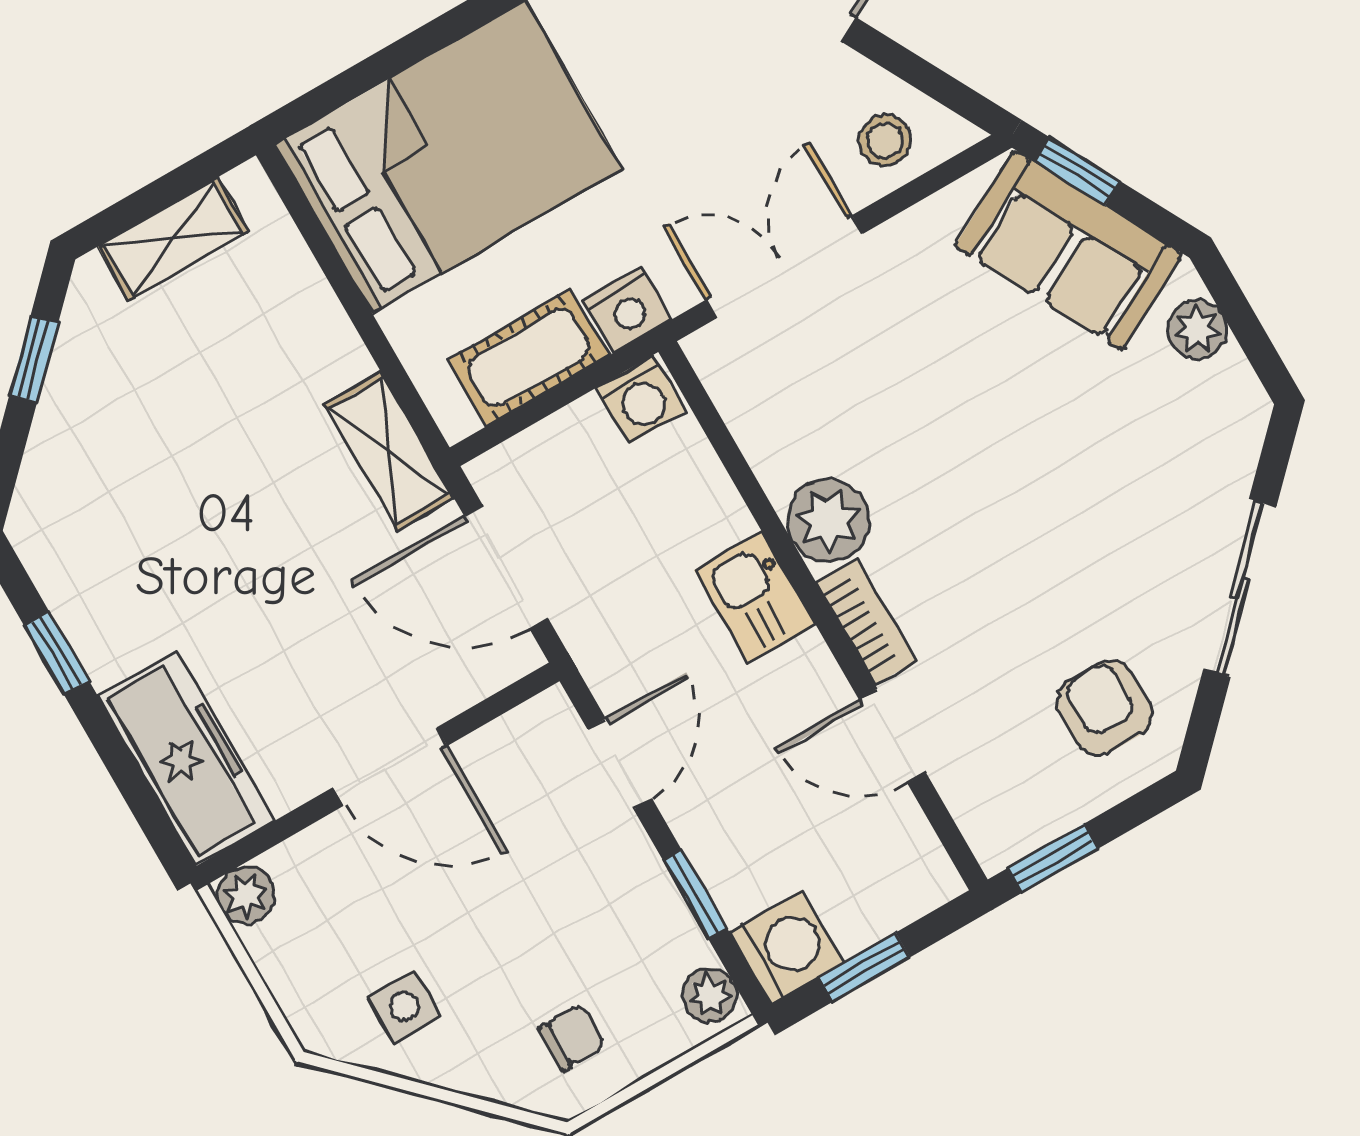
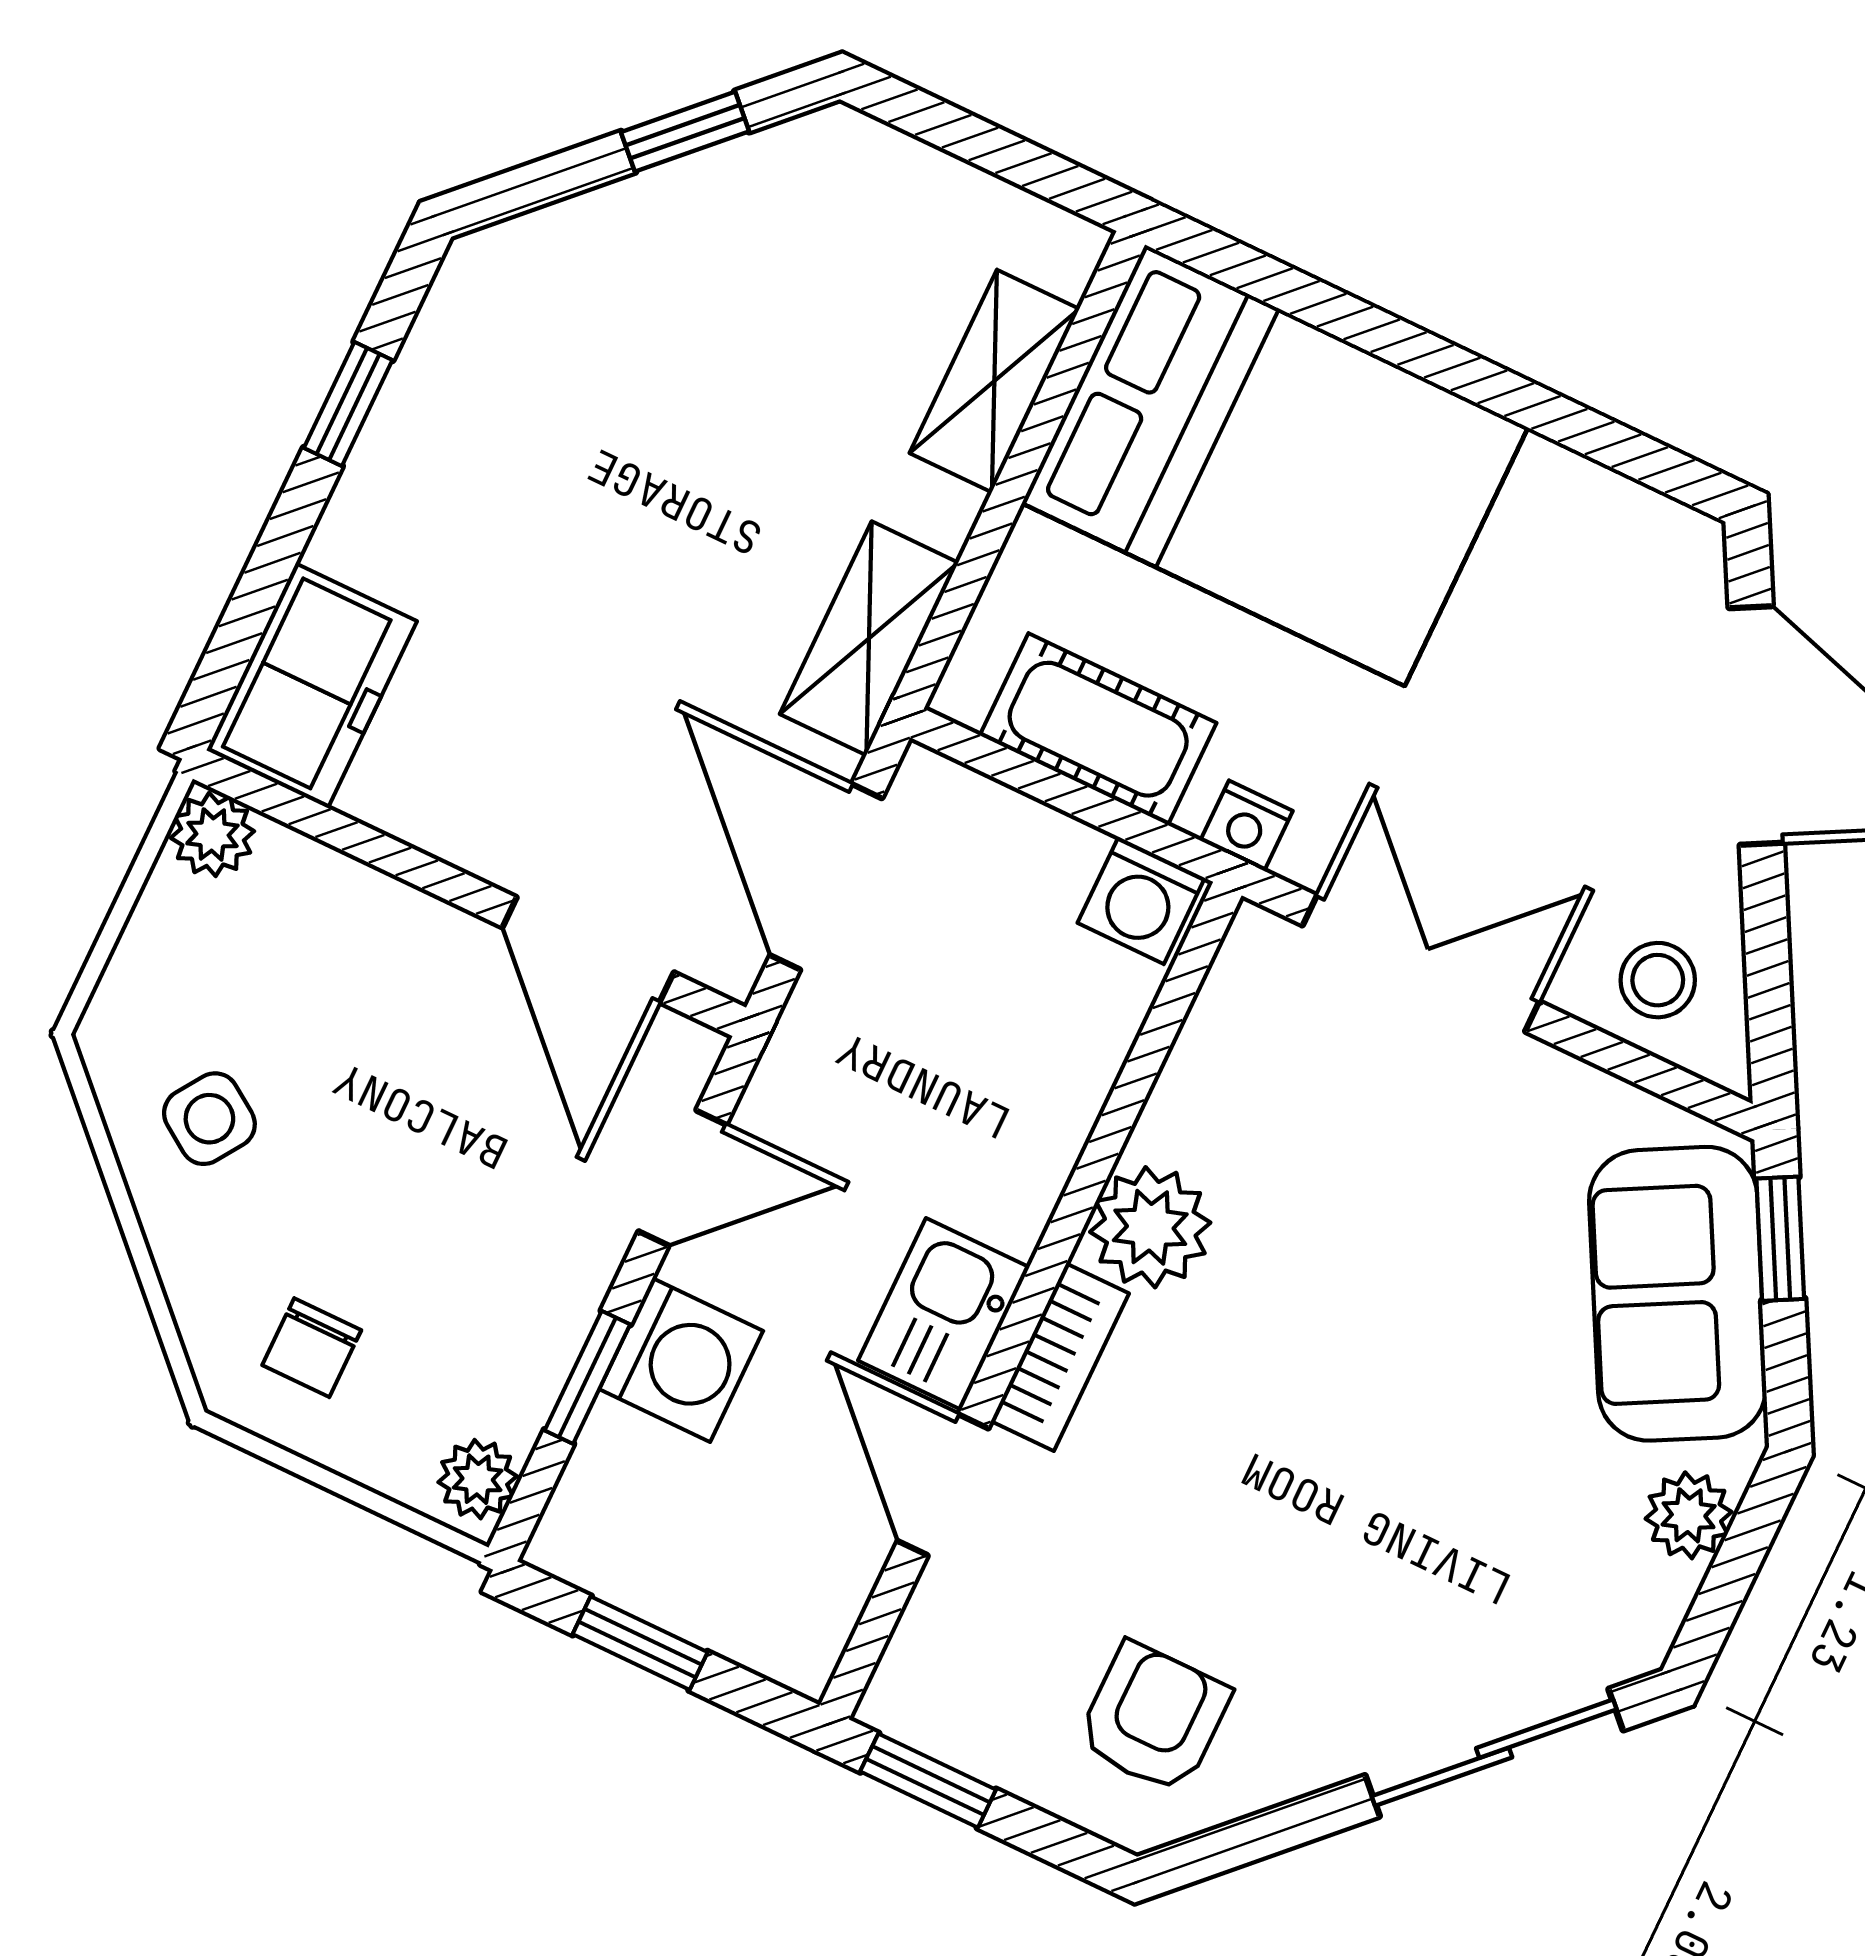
shelving: (173, 239) -> (994, 381), moved, turned 90
nightstand: (628, 309) -> (1247, 826), width x0.72, depth x0.74
sliding door: (1240, 588) -> (1494, 1753), moved
kitchen sink: (755, 597) -> (944, 1314), moved
freezer: (186, 758) -> (312, 686), width x0.71
door: (390, 767) -> (588, 950), moved
washing machine: (786, 947) -> (681, 1360), moved
side table: (404, 1006) -> (209, 1119), turned 34
chair: (572, 1037) -> (312, 1348), turned 90

